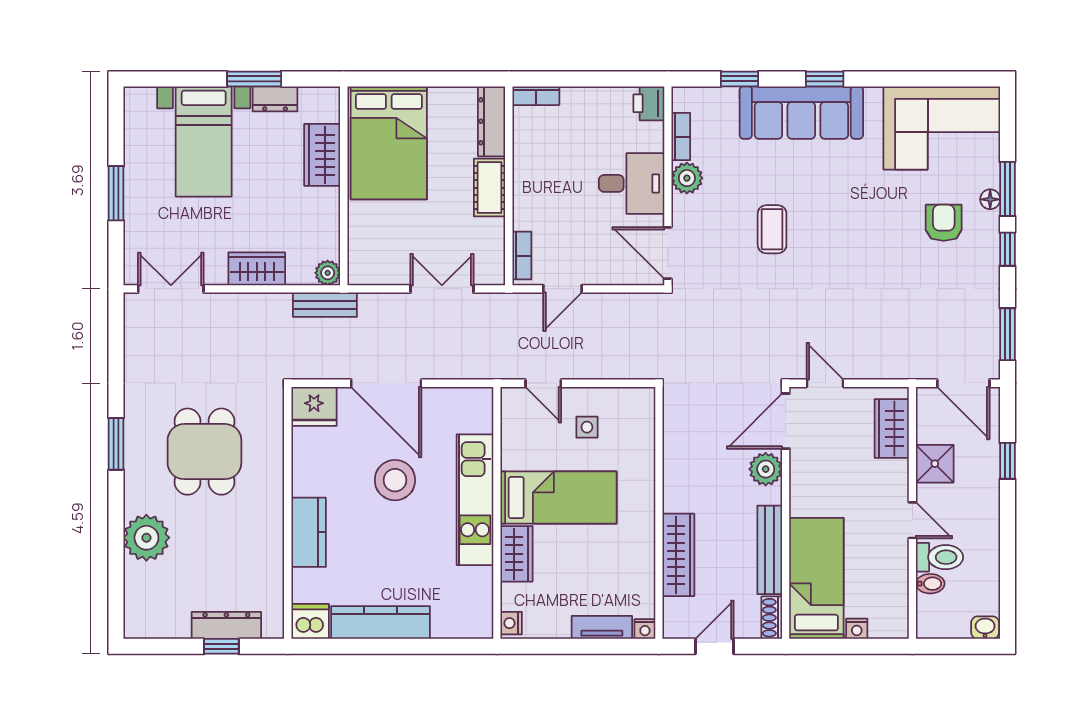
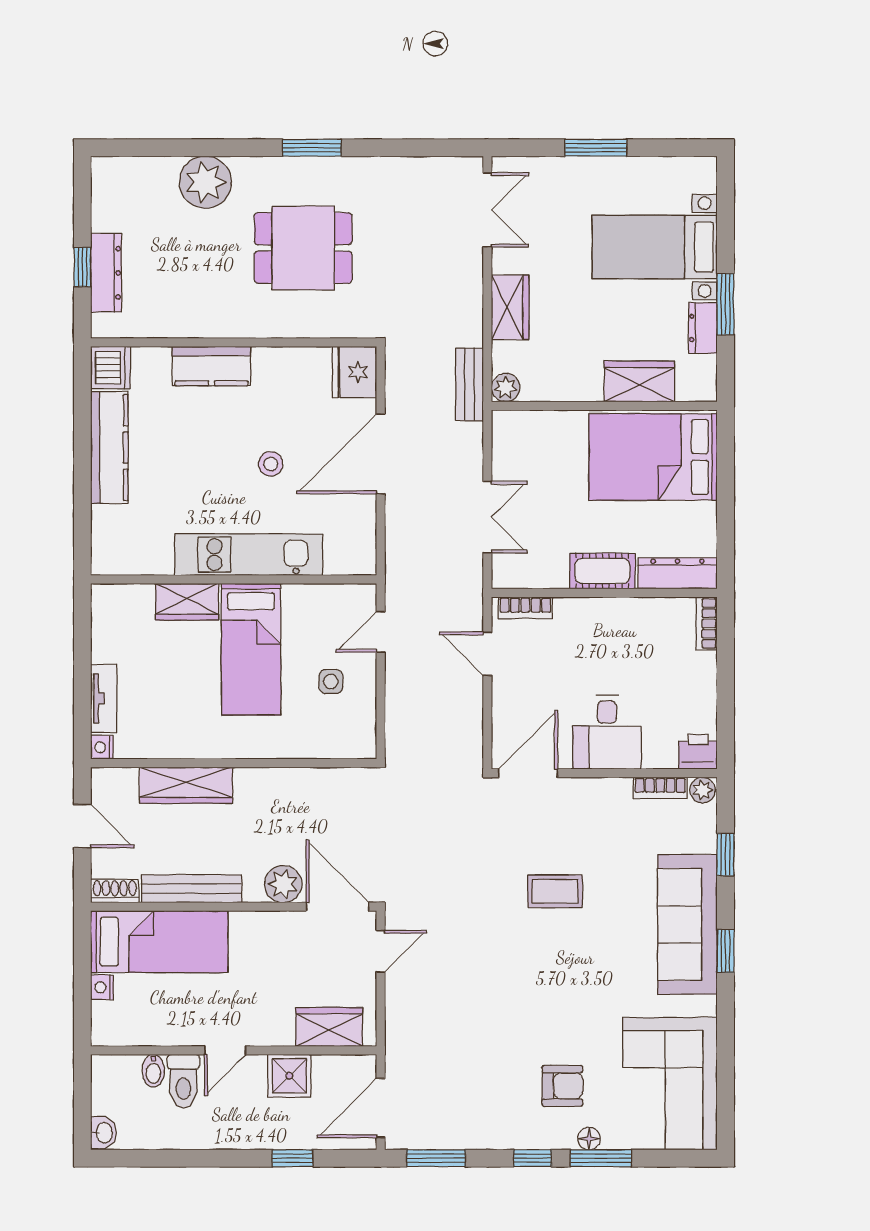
plant: (687, 178) -> (703, 790), moved, width x0.73, depth x0.73
stool: (395, 480) -> (271, 464), width x0.53, depth x0.53
nightstand: (511, 623) -> (109, 596), removed

